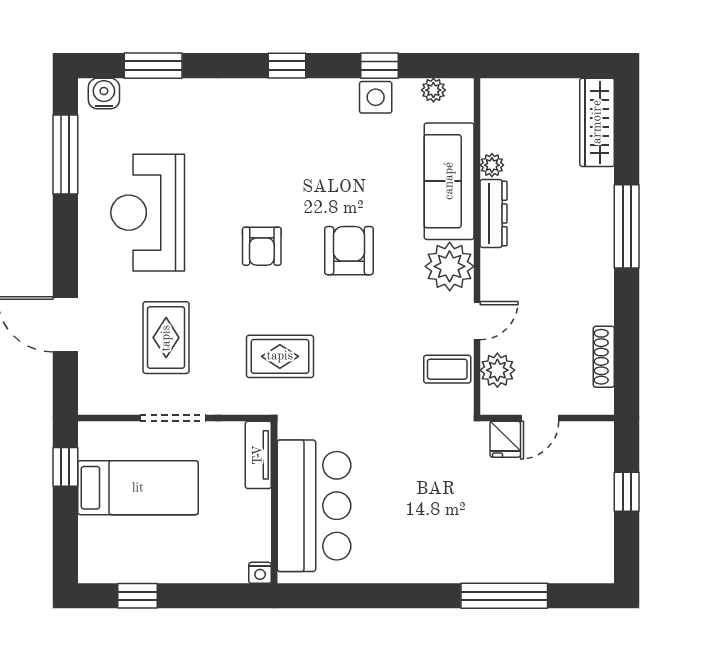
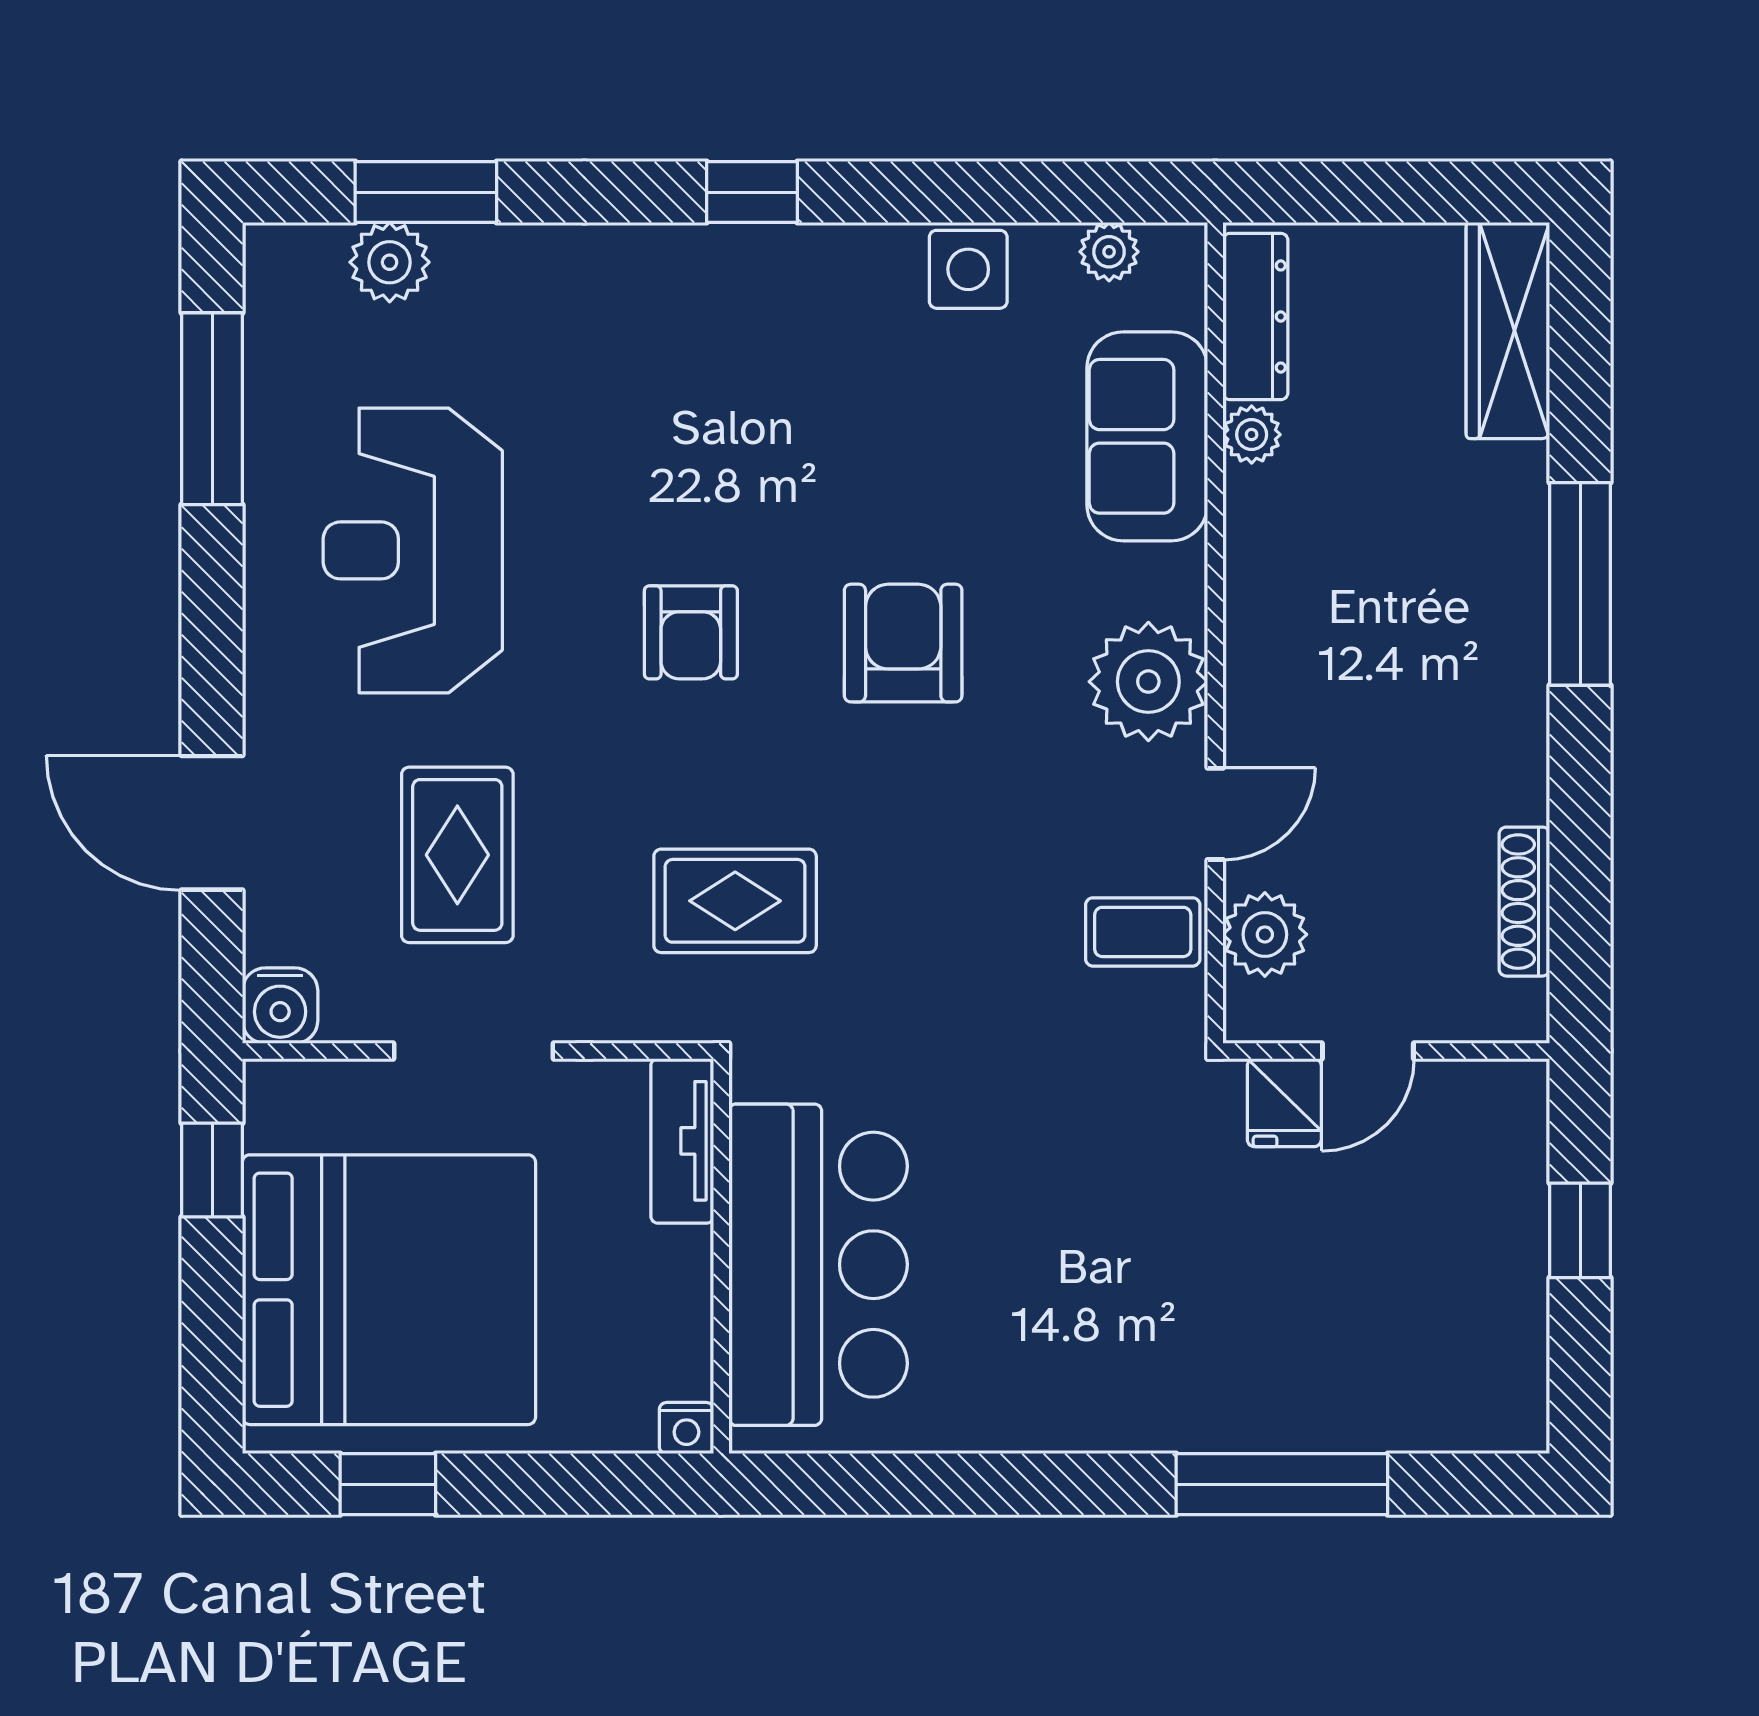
window: (379, 66) -> (978, 192), removed
water cooler: (104, 94) -> (280, 1006), moved, turned 180
plant: (138, 94) -> (390, 262), added
sofa: (449, 181) -> (1147, 436), width x0.73
dresser: (493, 213) -> (1255, 317), moved
bed: (138, 488) -> (389, 1290), width x2.04

